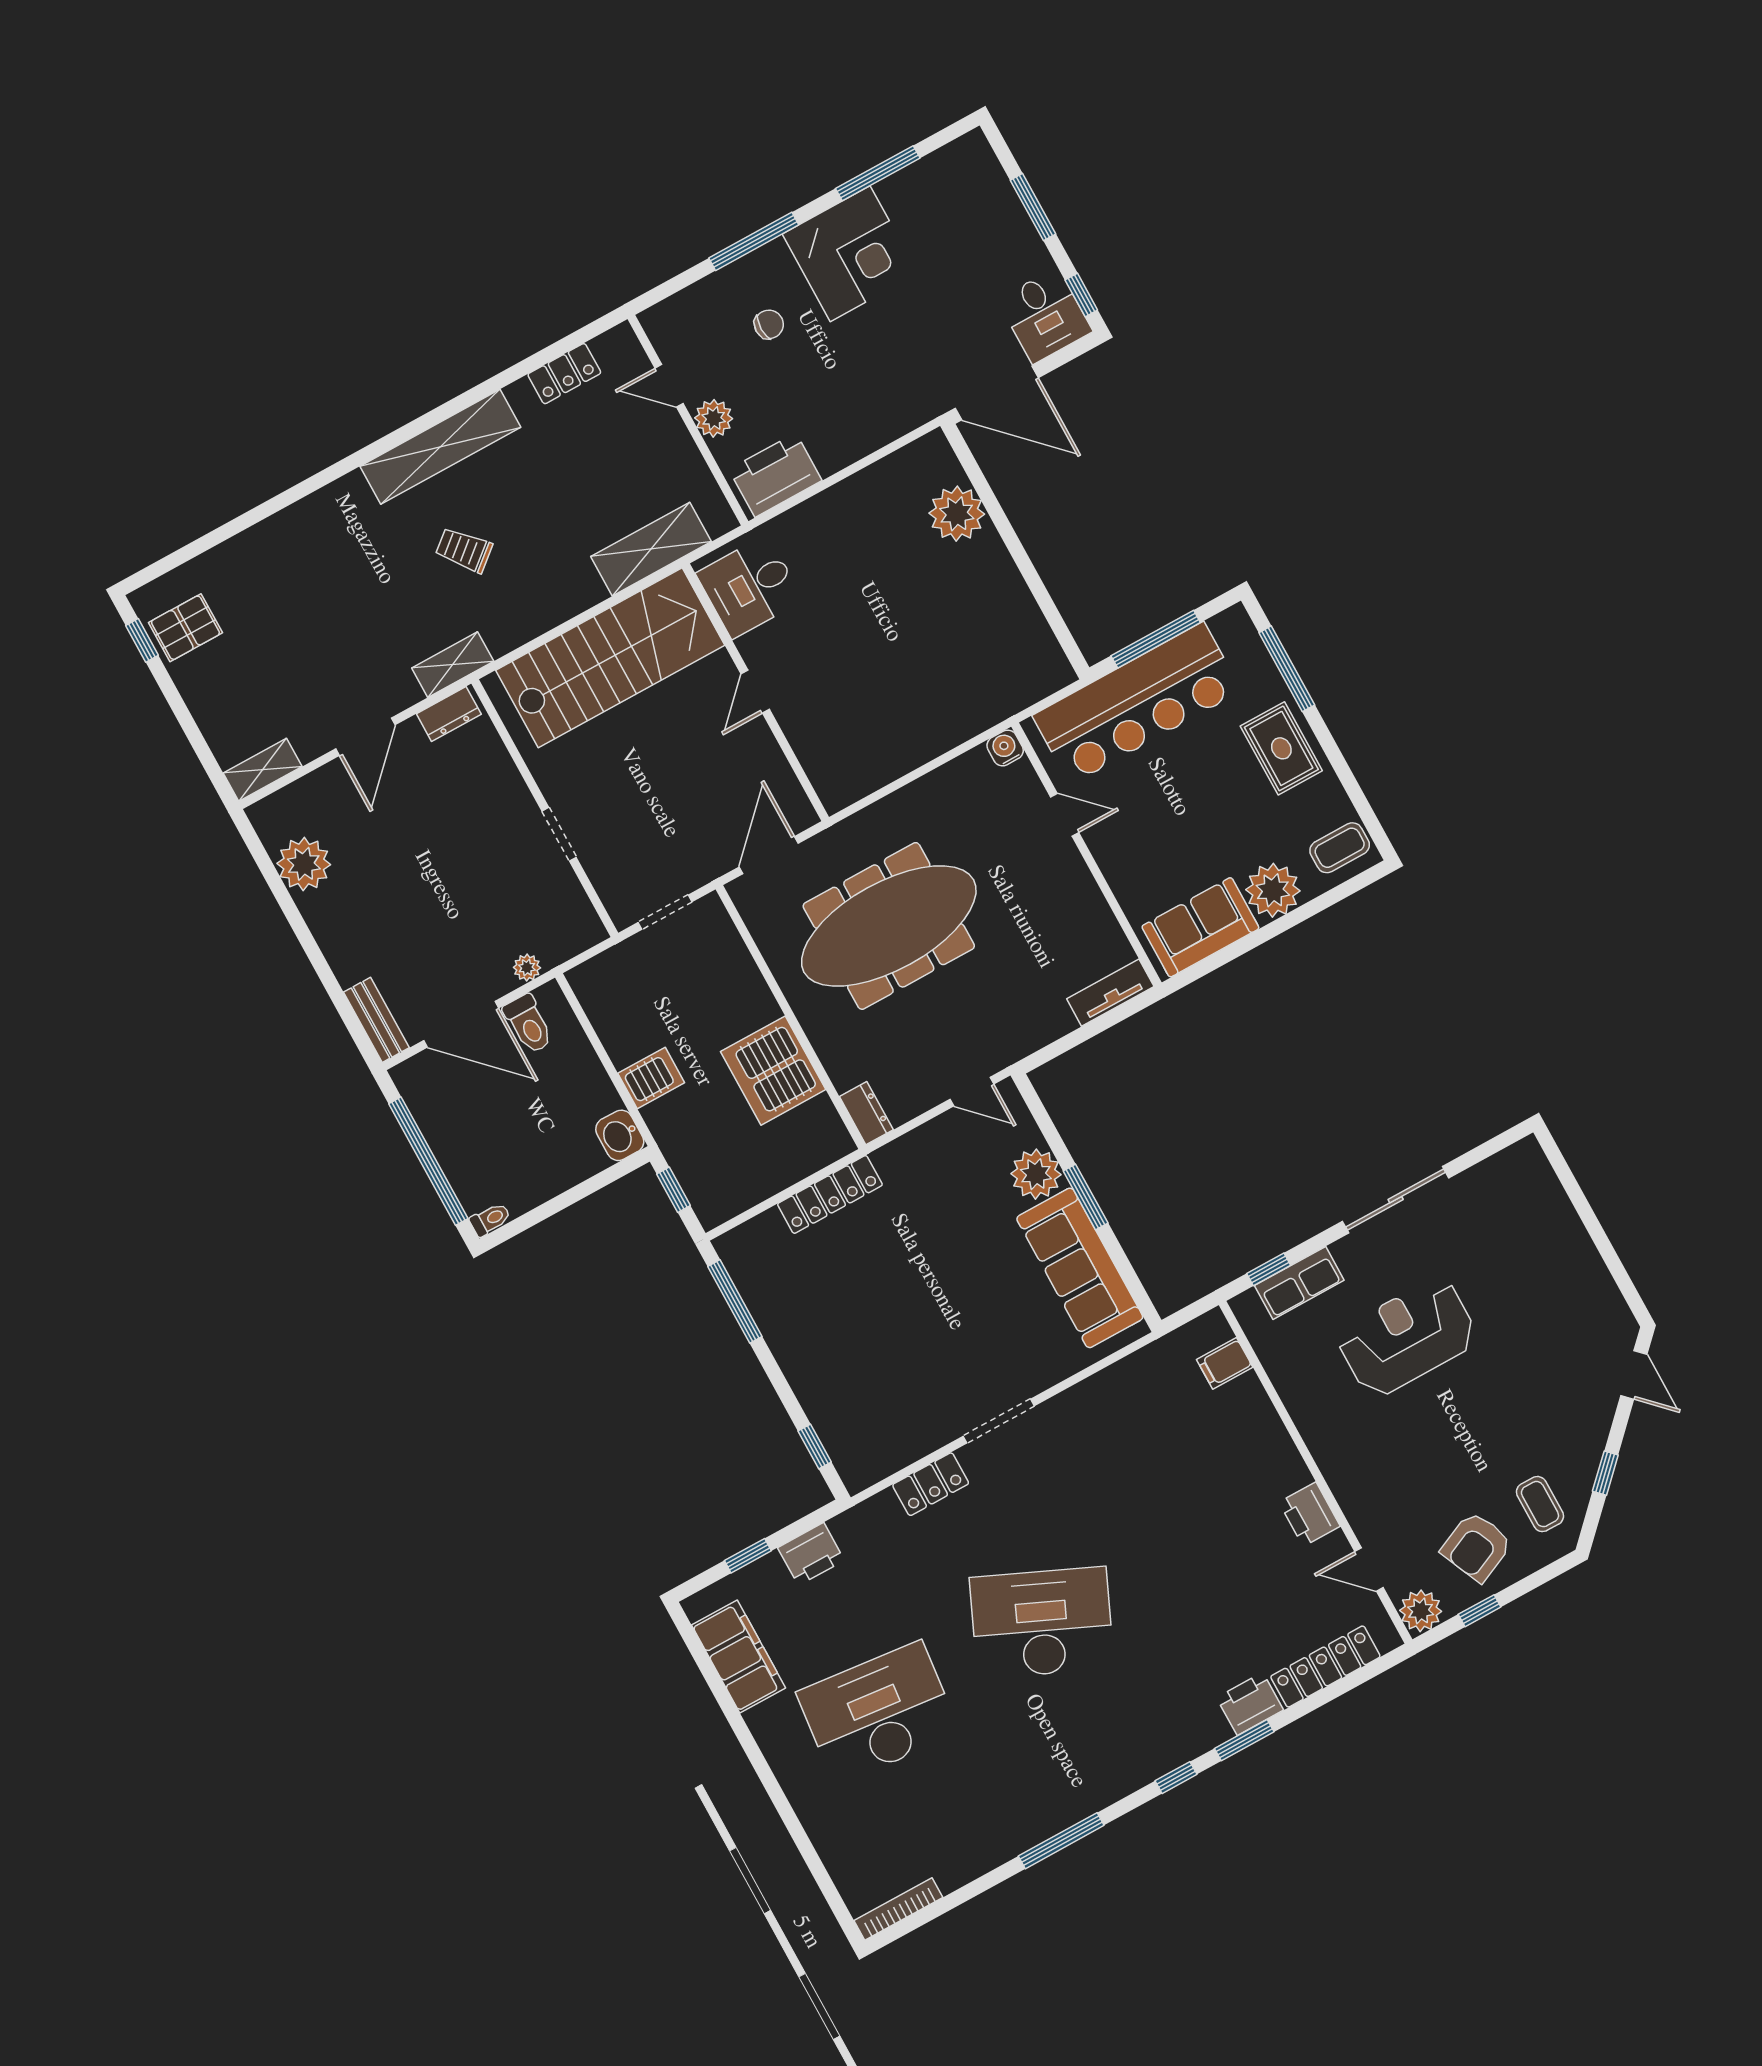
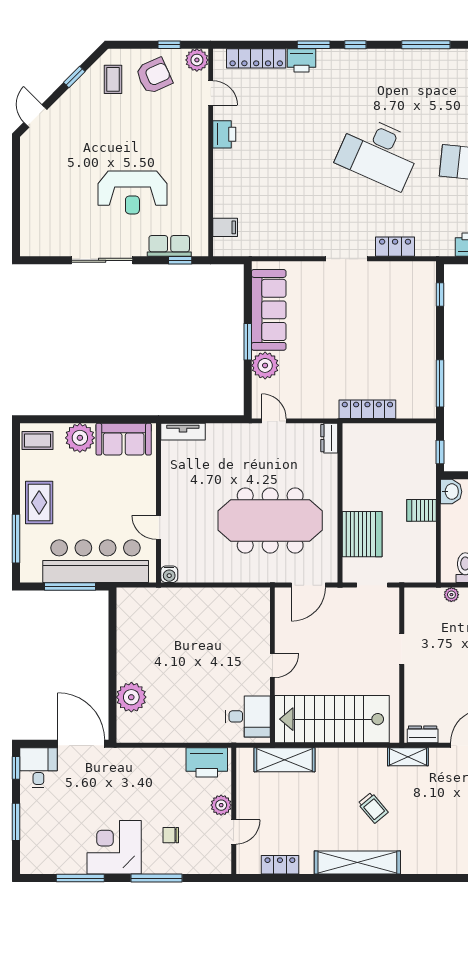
door: (669, 386) -> (234, 832), hinge flipped
server rack: (773, 1071) -> (362, 534), moved

